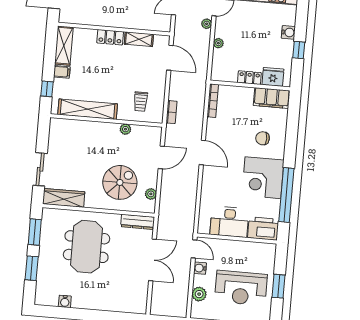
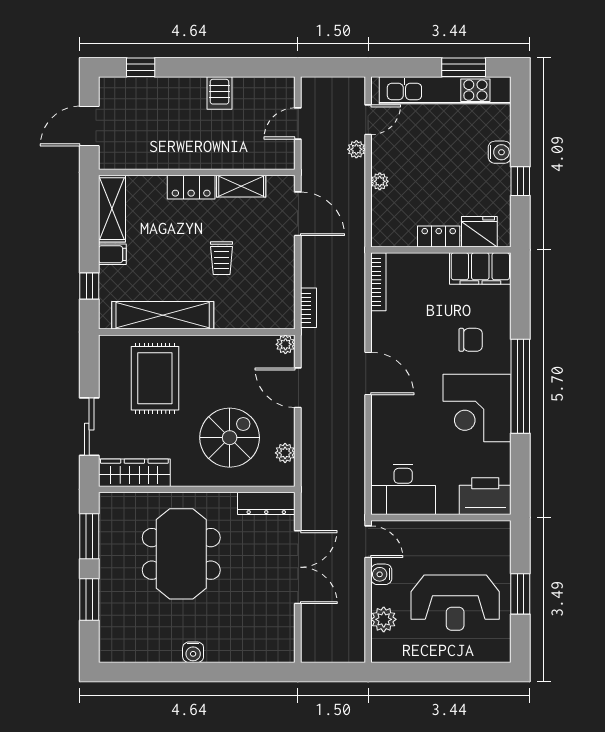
trolley: (141, 102) -> (222, 258), moved
plant: (125, 129) -> (285, 344), moved
chair: (263, 138) -> (471, 340), turned 180
rug: (80, 145) -> (155, 378), added
door: (161, 157) -> (298, 388), swing flipped
window: (286, 195) -> (520, 386), moved
desk: (229, 222) -> (403, 489), moved
water cooler: (65, 301) -> (193, 652), moved

